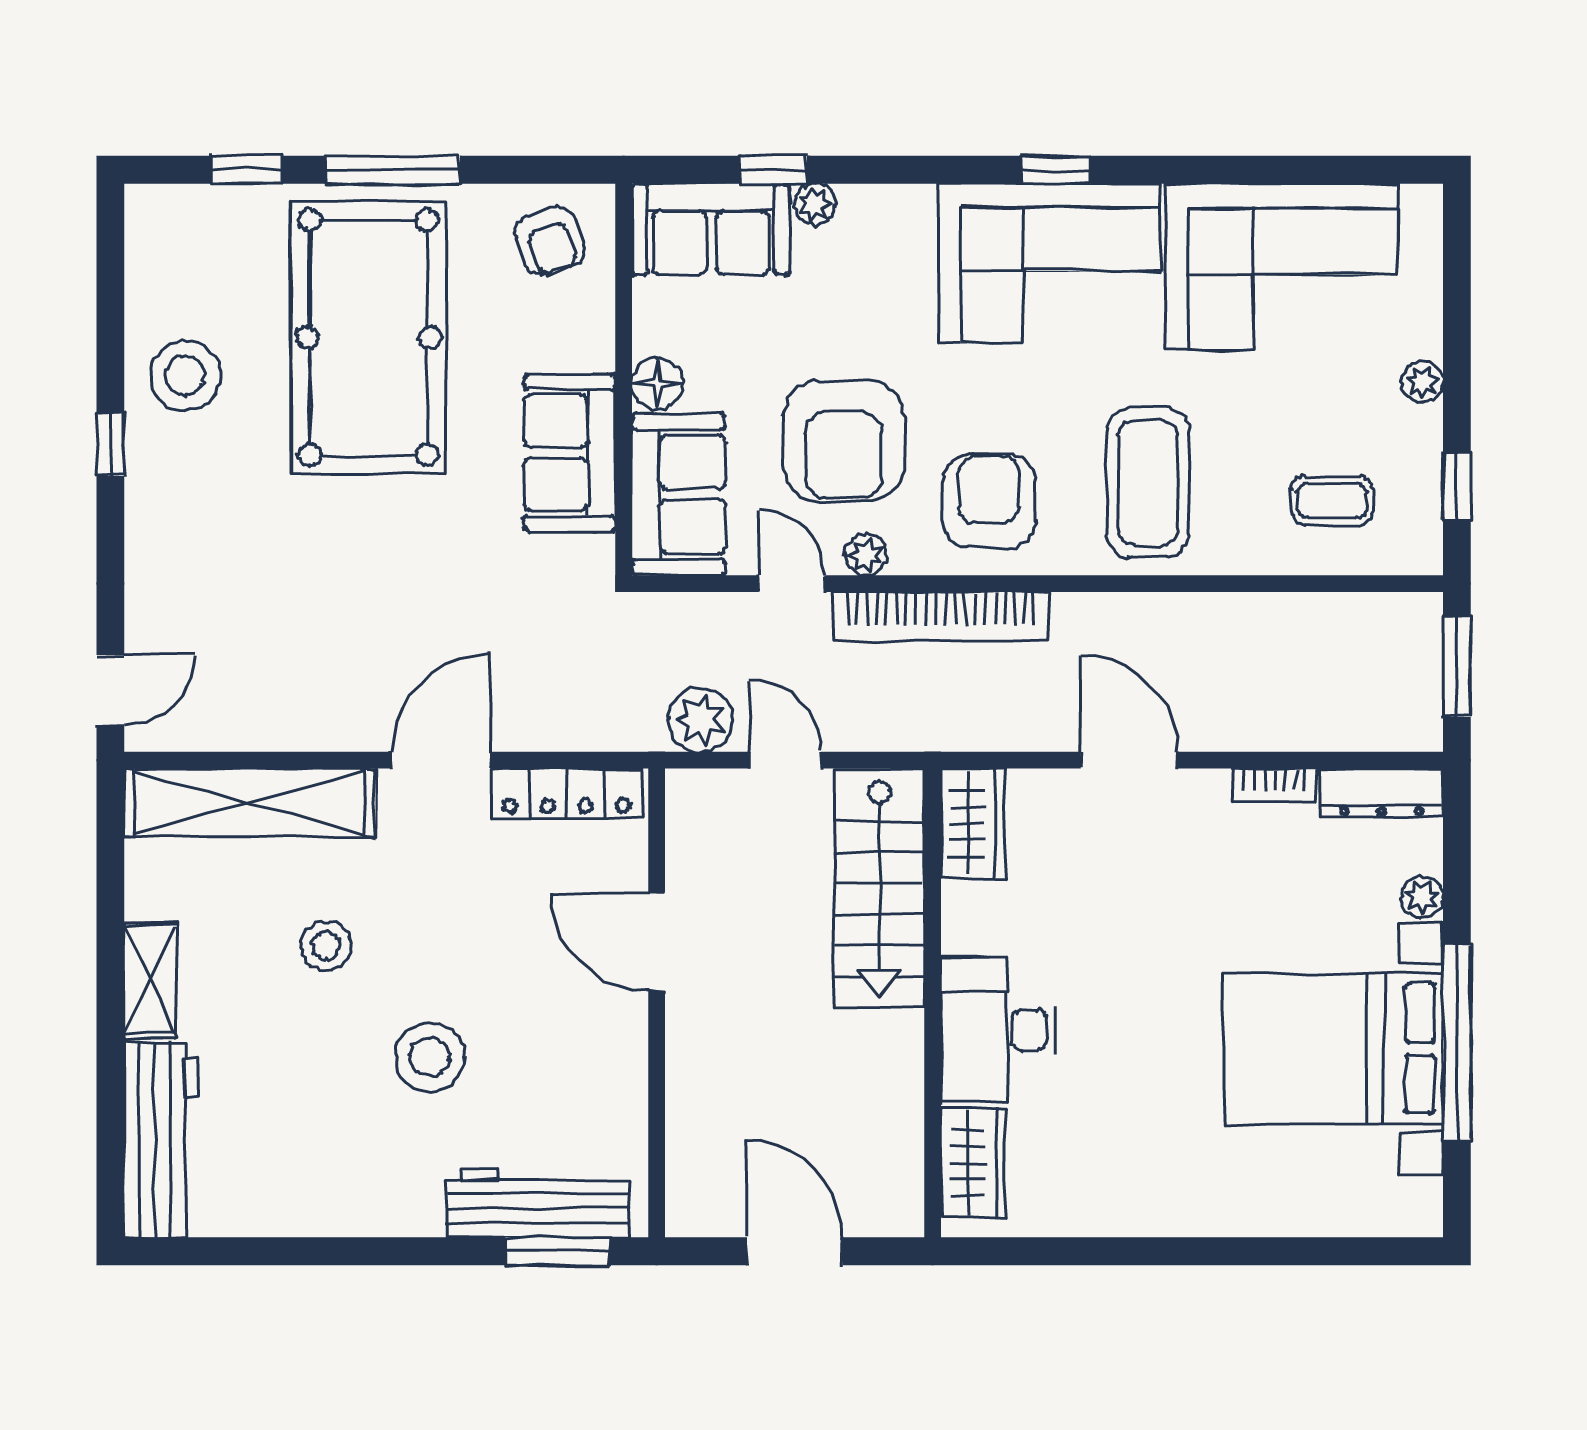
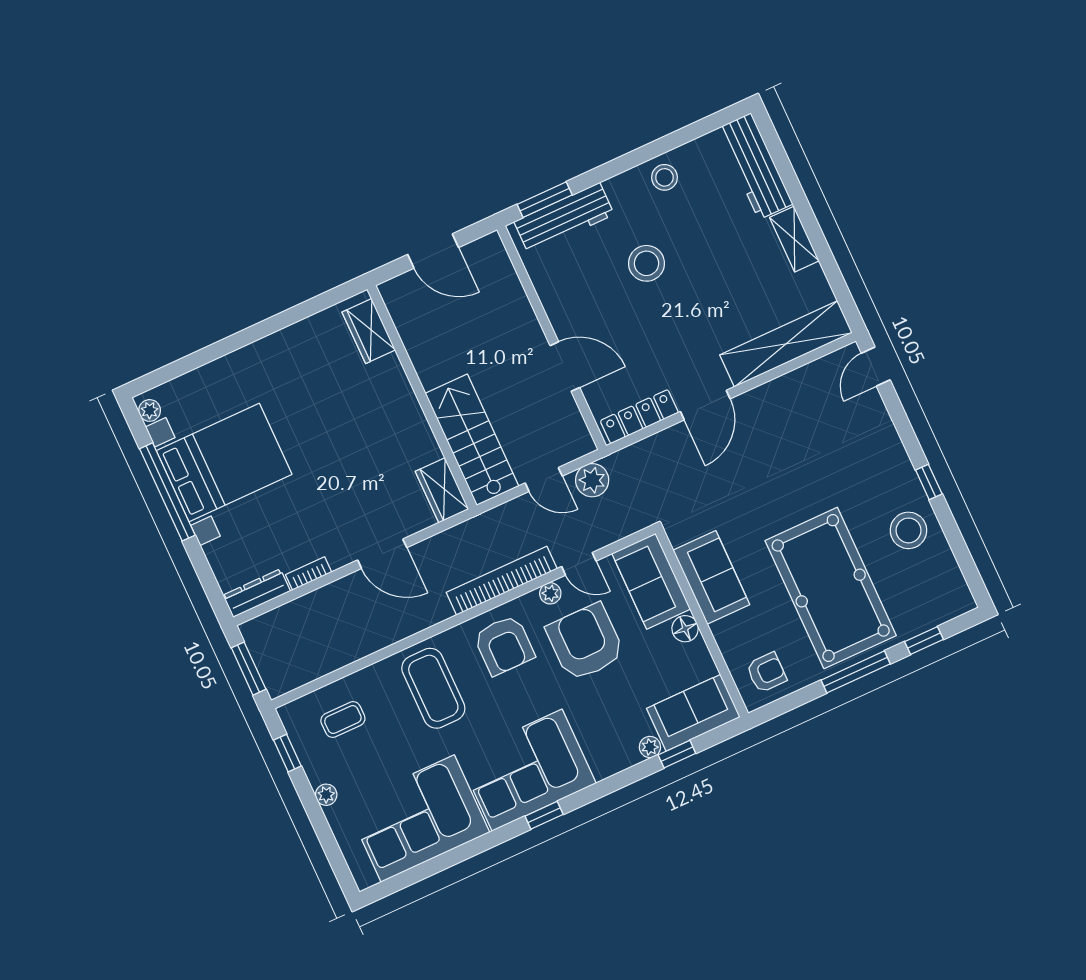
armchair: (550, 241) -> (766, 672), turned 109
plant: (1422, 897) -> (150, 410), moved
stool: (326, 946) -> (664, 177), moved
desk: (998, 1030) -> (385, 399), removed

